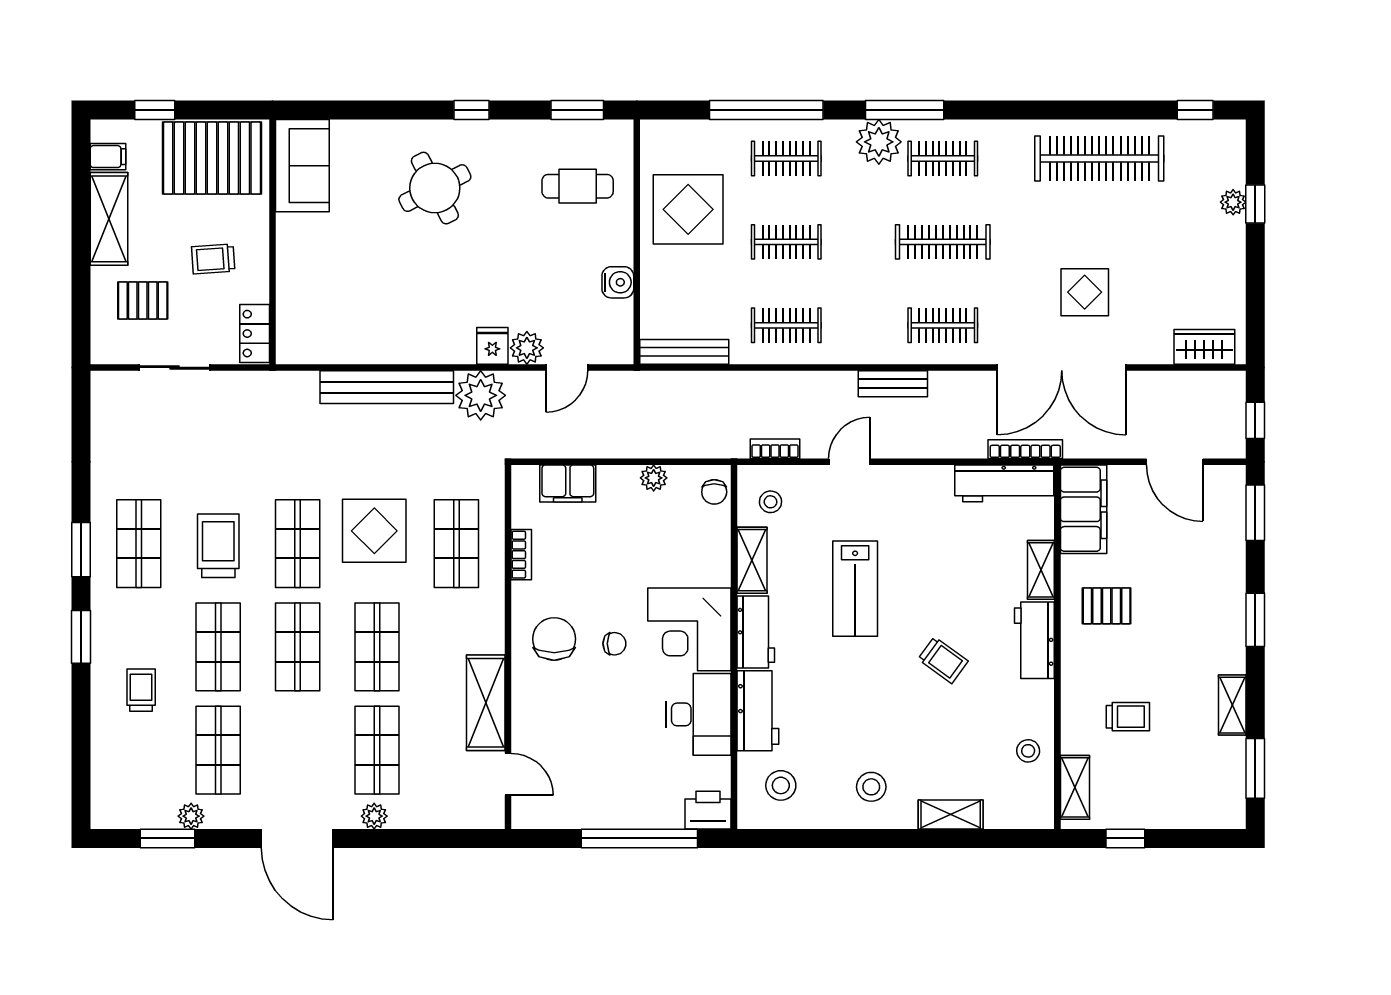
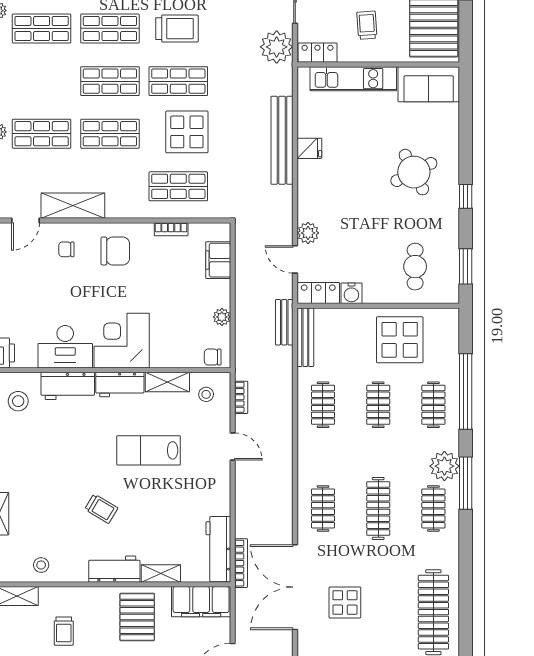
kitchen unit: (294, 280) -> (353, 79), added
locker: (617, 332) -> (318, 293), added
fridge: (492, 346) -> (309, 148), moved
bench: (893, 384) -> (284, 322), moved
plant: (481, 395) -> (277, 47), moved
pallet: (1107, 606) -> (137, 617), width x1.50, depth x1.42
chair: (614, 644) -> (66, 249), moved, turned 90
trolley: (943, 660) -> (101, 509), turned -95
stool: (871, 787) -> (17, 461), removed

